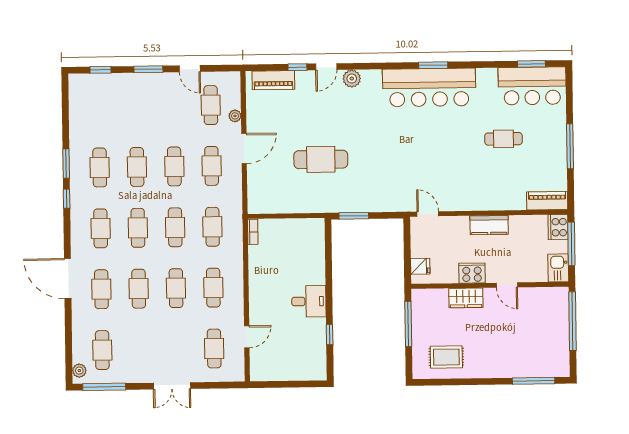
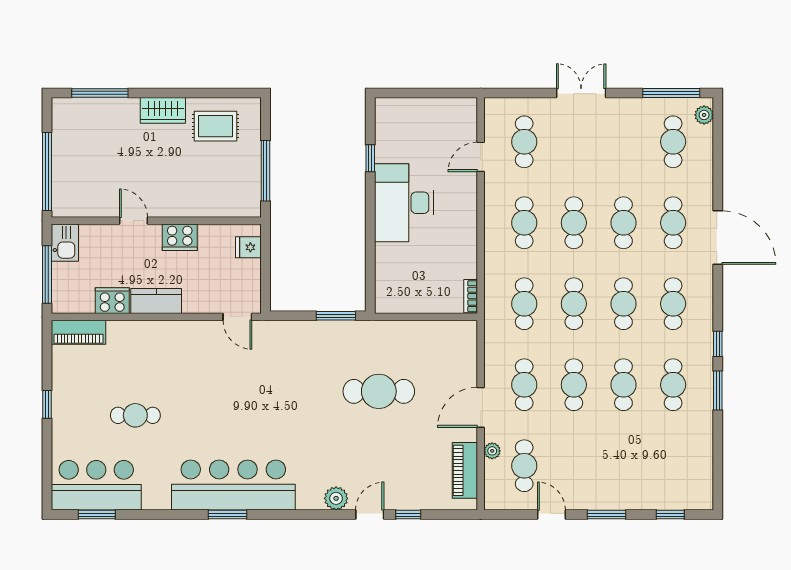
piano: (273, 80) -> (465, 470), moved, turned -90
window: (570, 146) -> (47, 404), width x0.46
cooker: (558, 227) -> (112, 301), moved, turned -90
wardrobe: (466, 298) -> (163, 110), moved, turned 180
desk: (309, 301) -> (404, 203), width x1.87, depth x1.30

